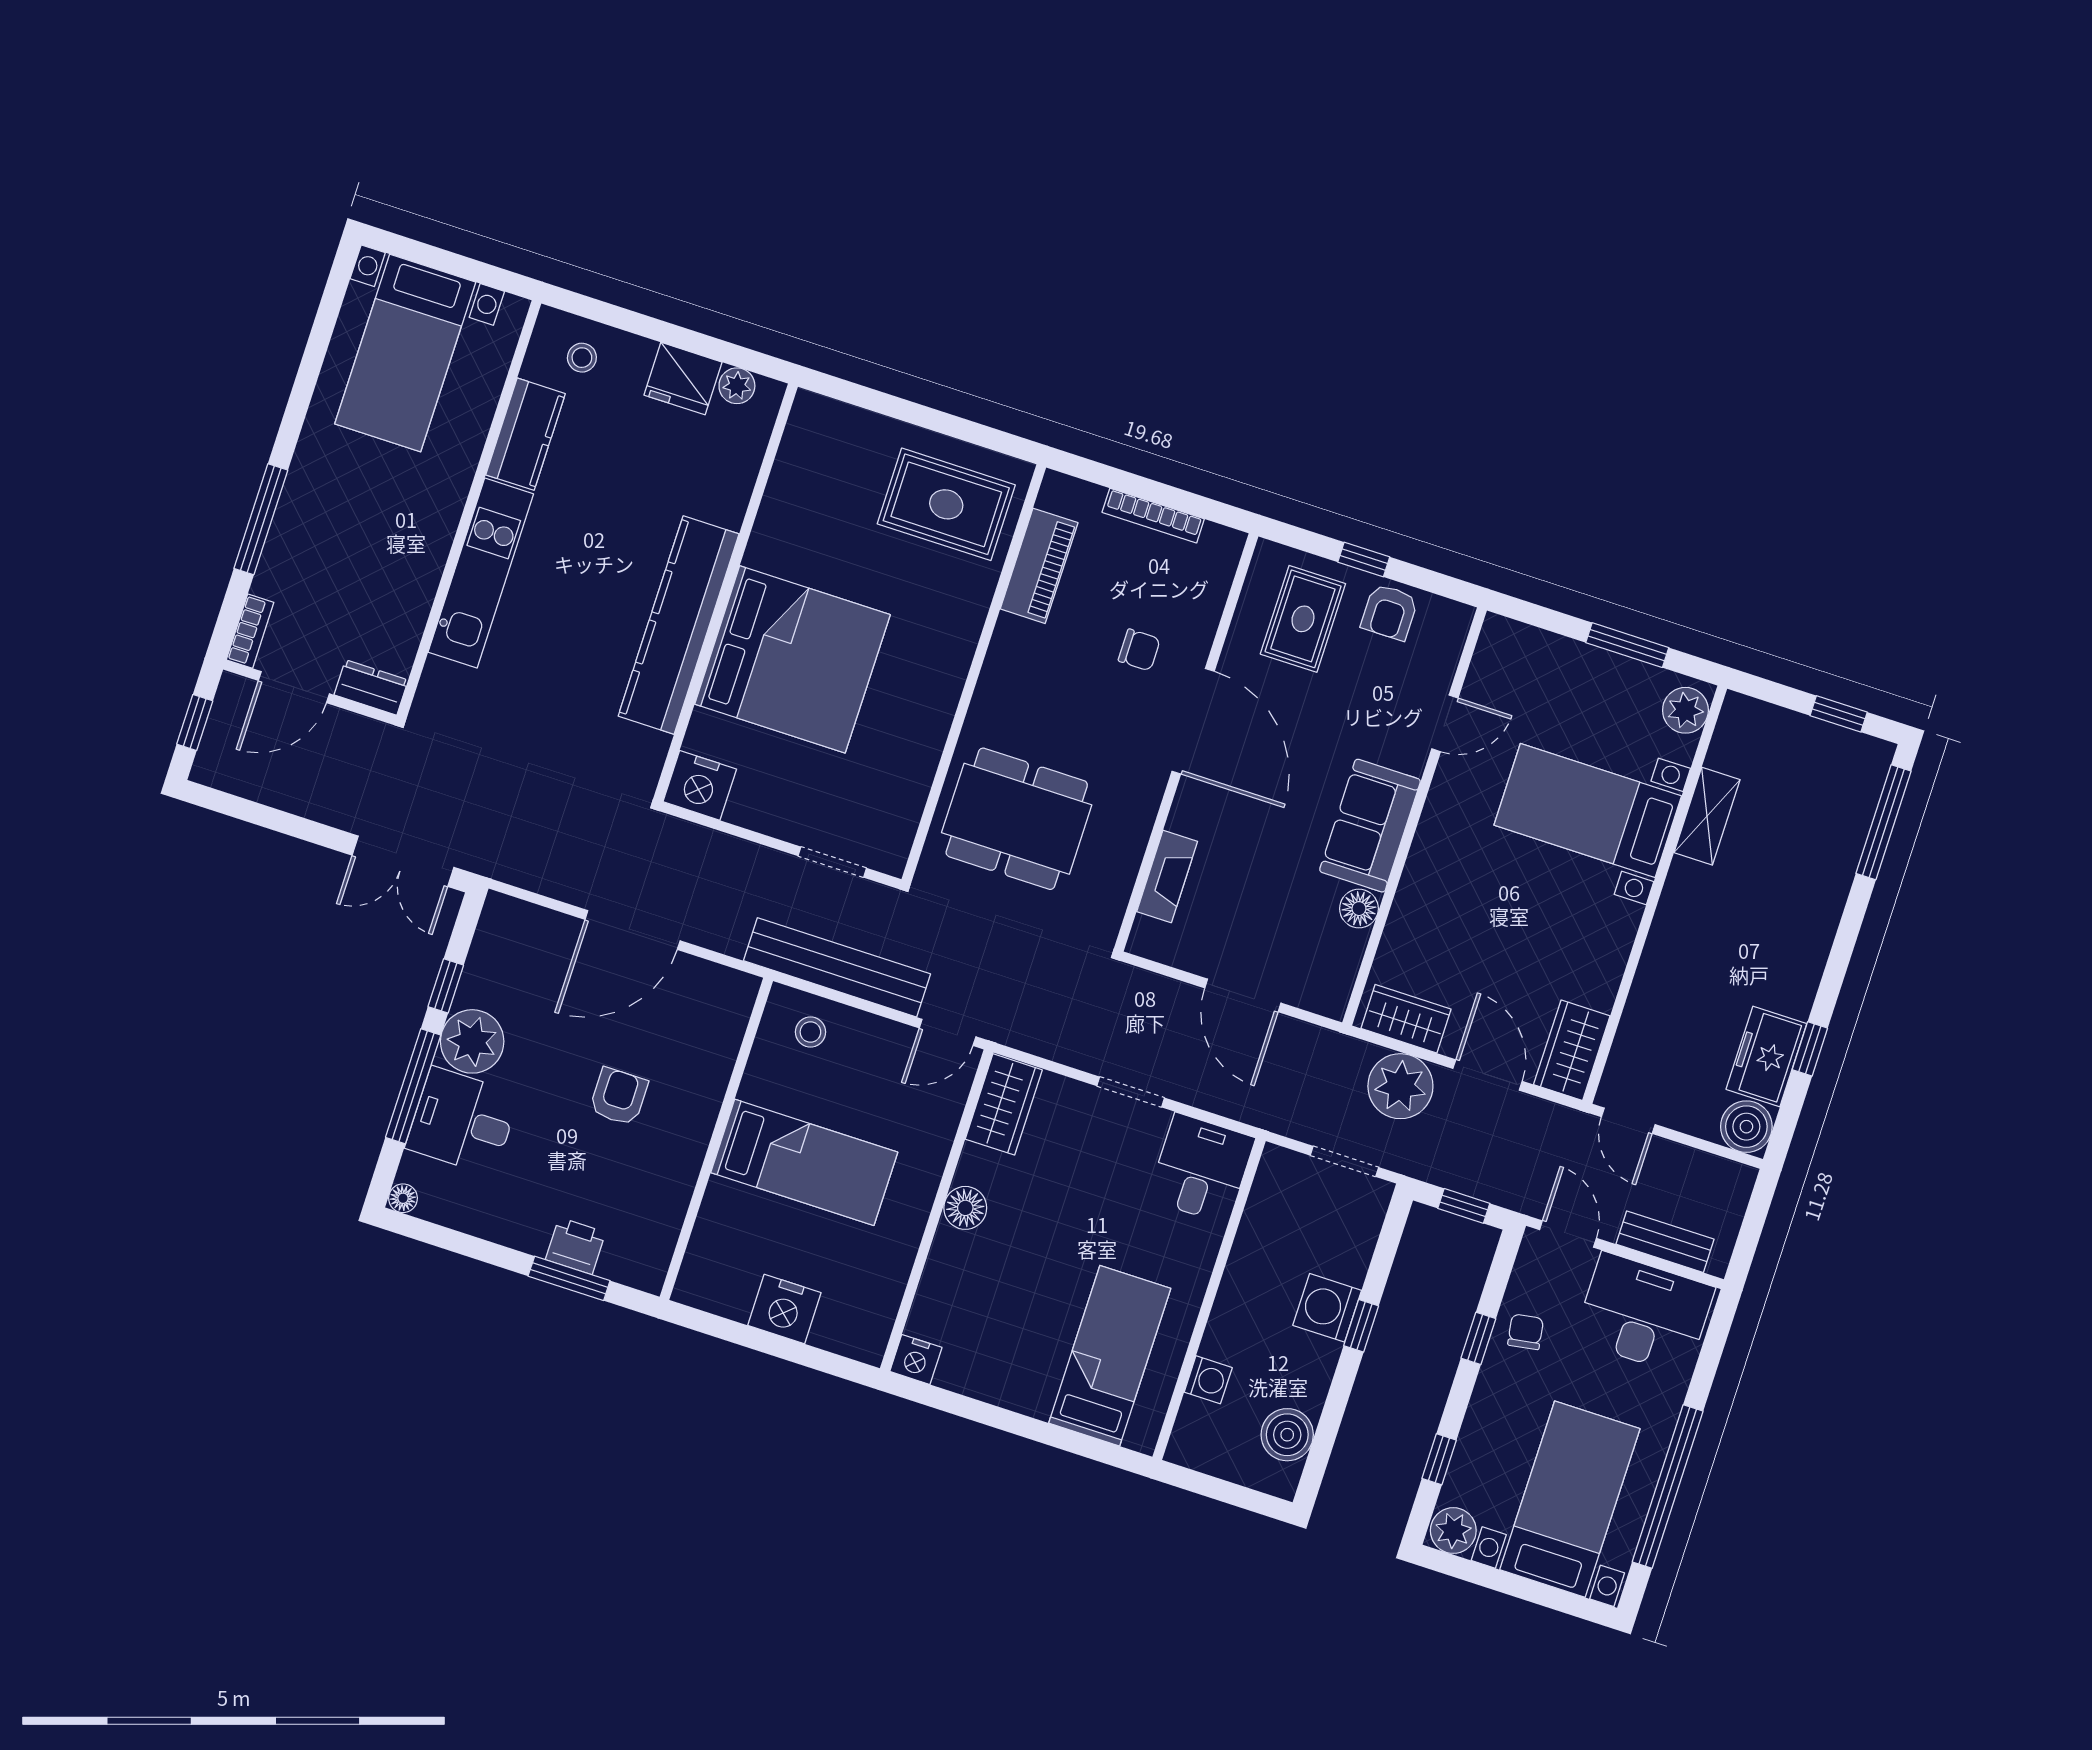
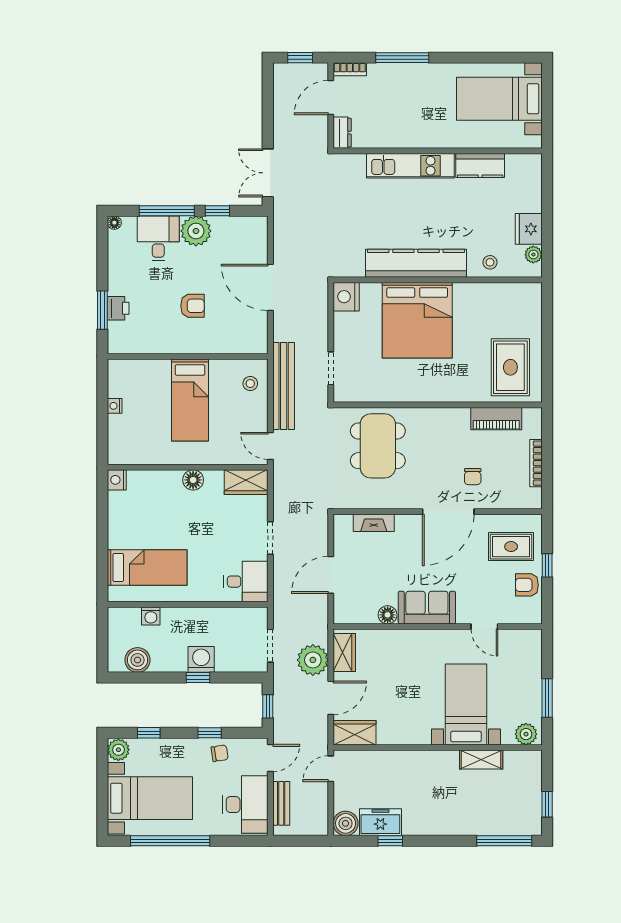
stool: (582, 358) -> (490, 262), moved
door: (294, 687) -> (331, 97), hinge flipped
nightstand: (784, 1309) -> (115, 406), width x0.53, depth x0.56

